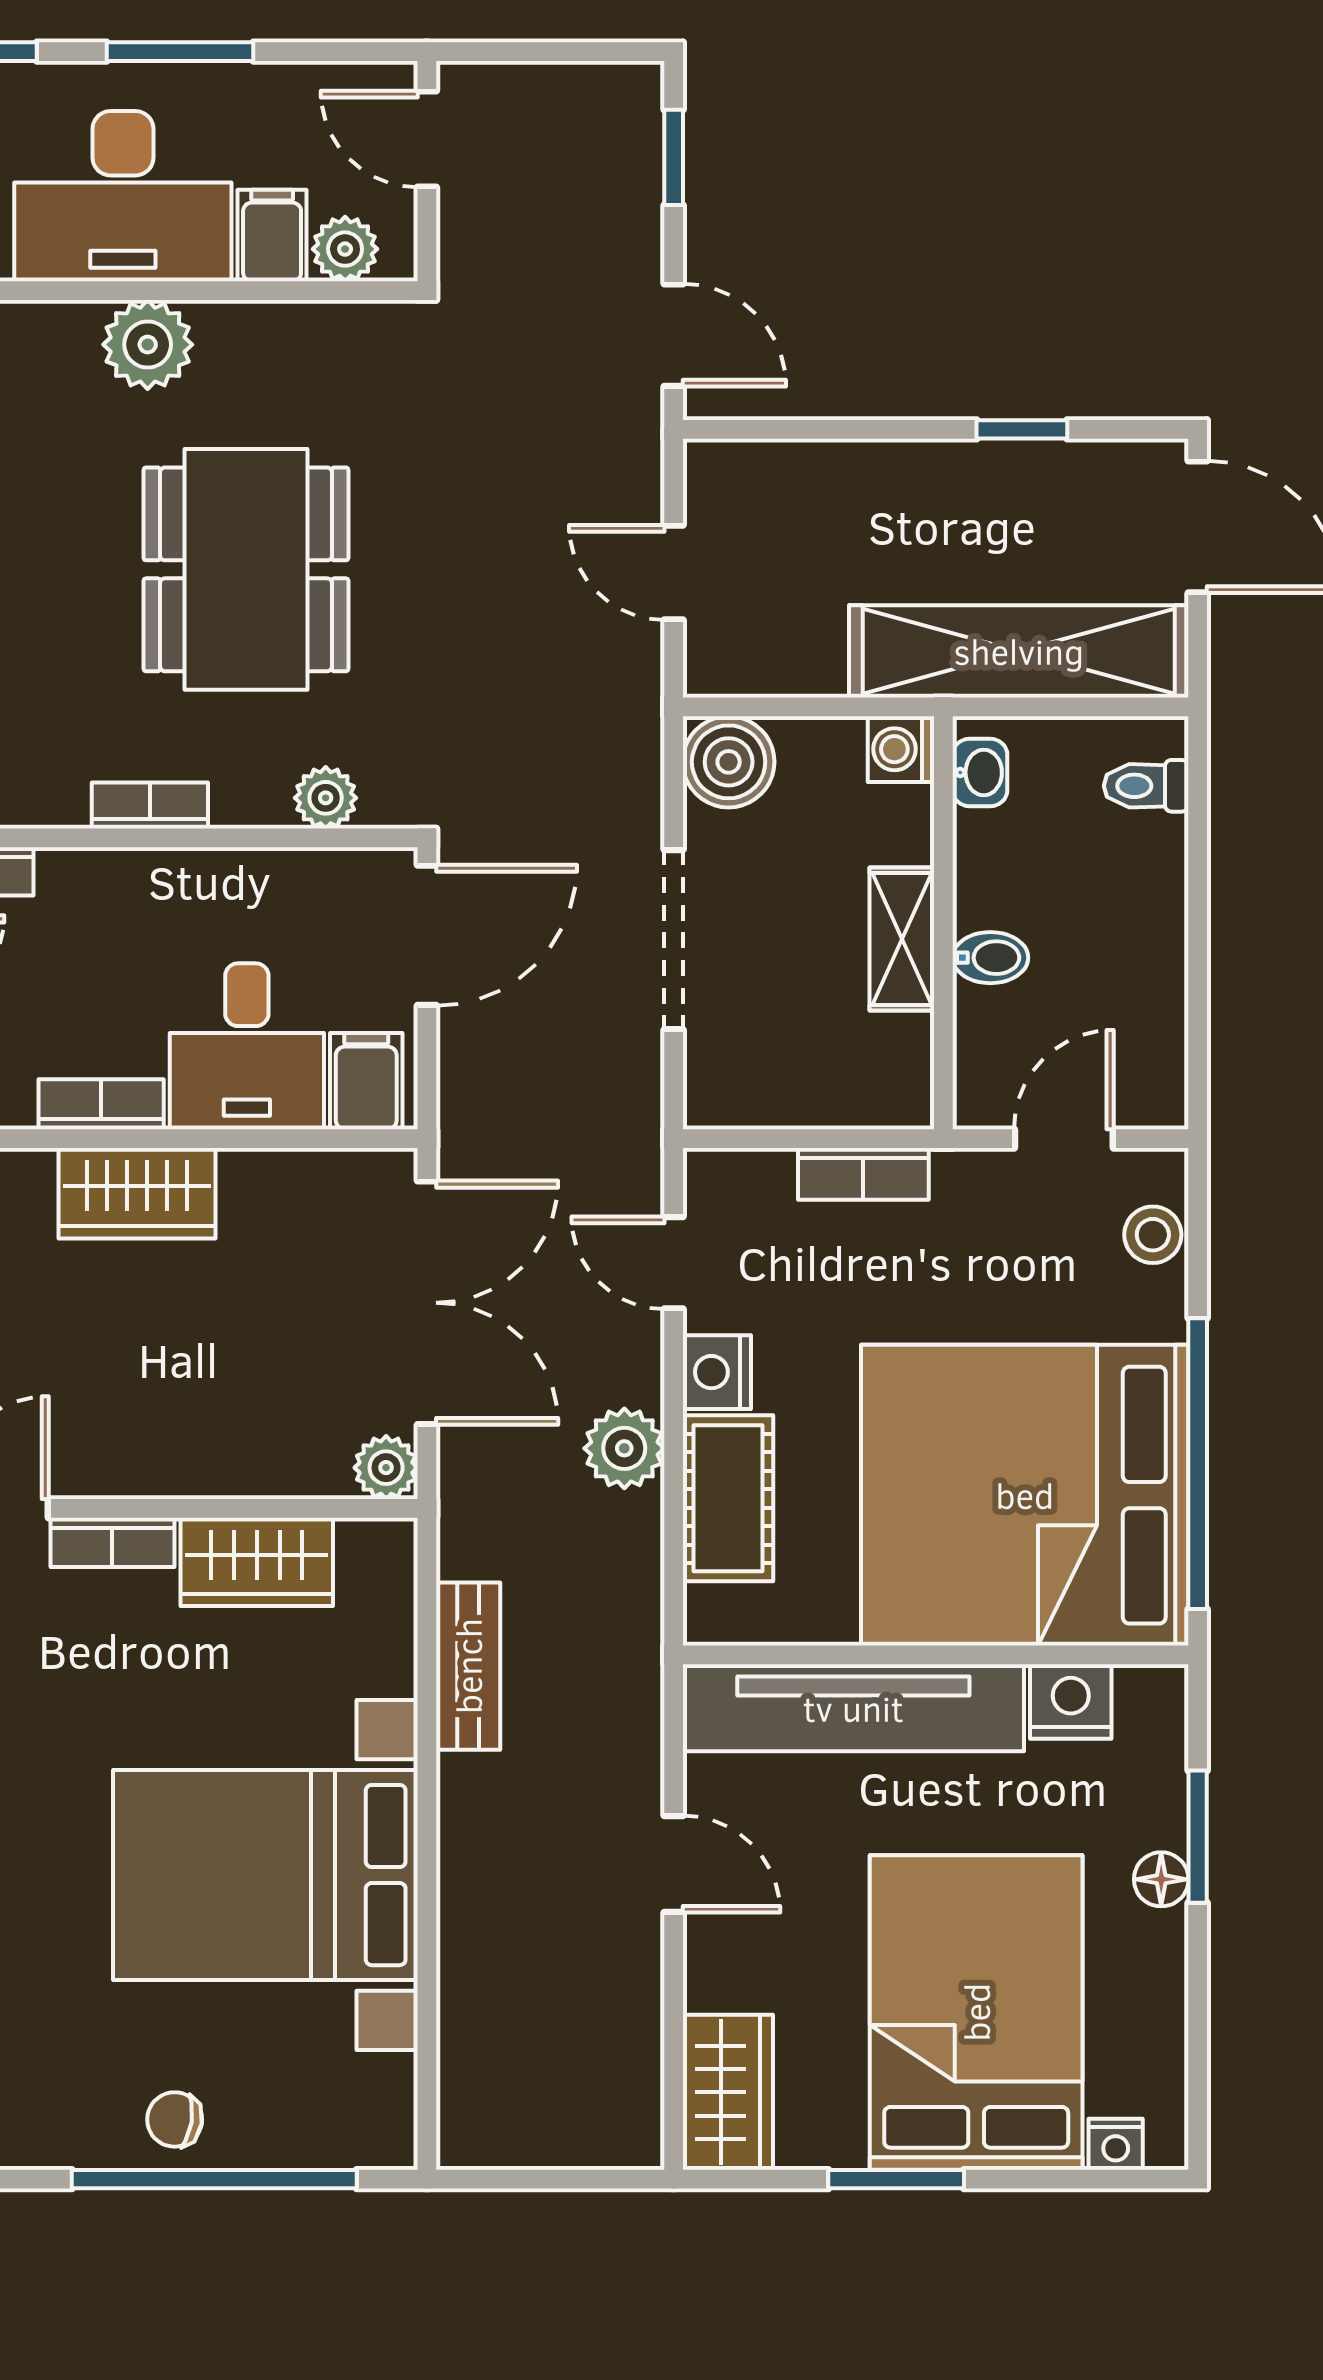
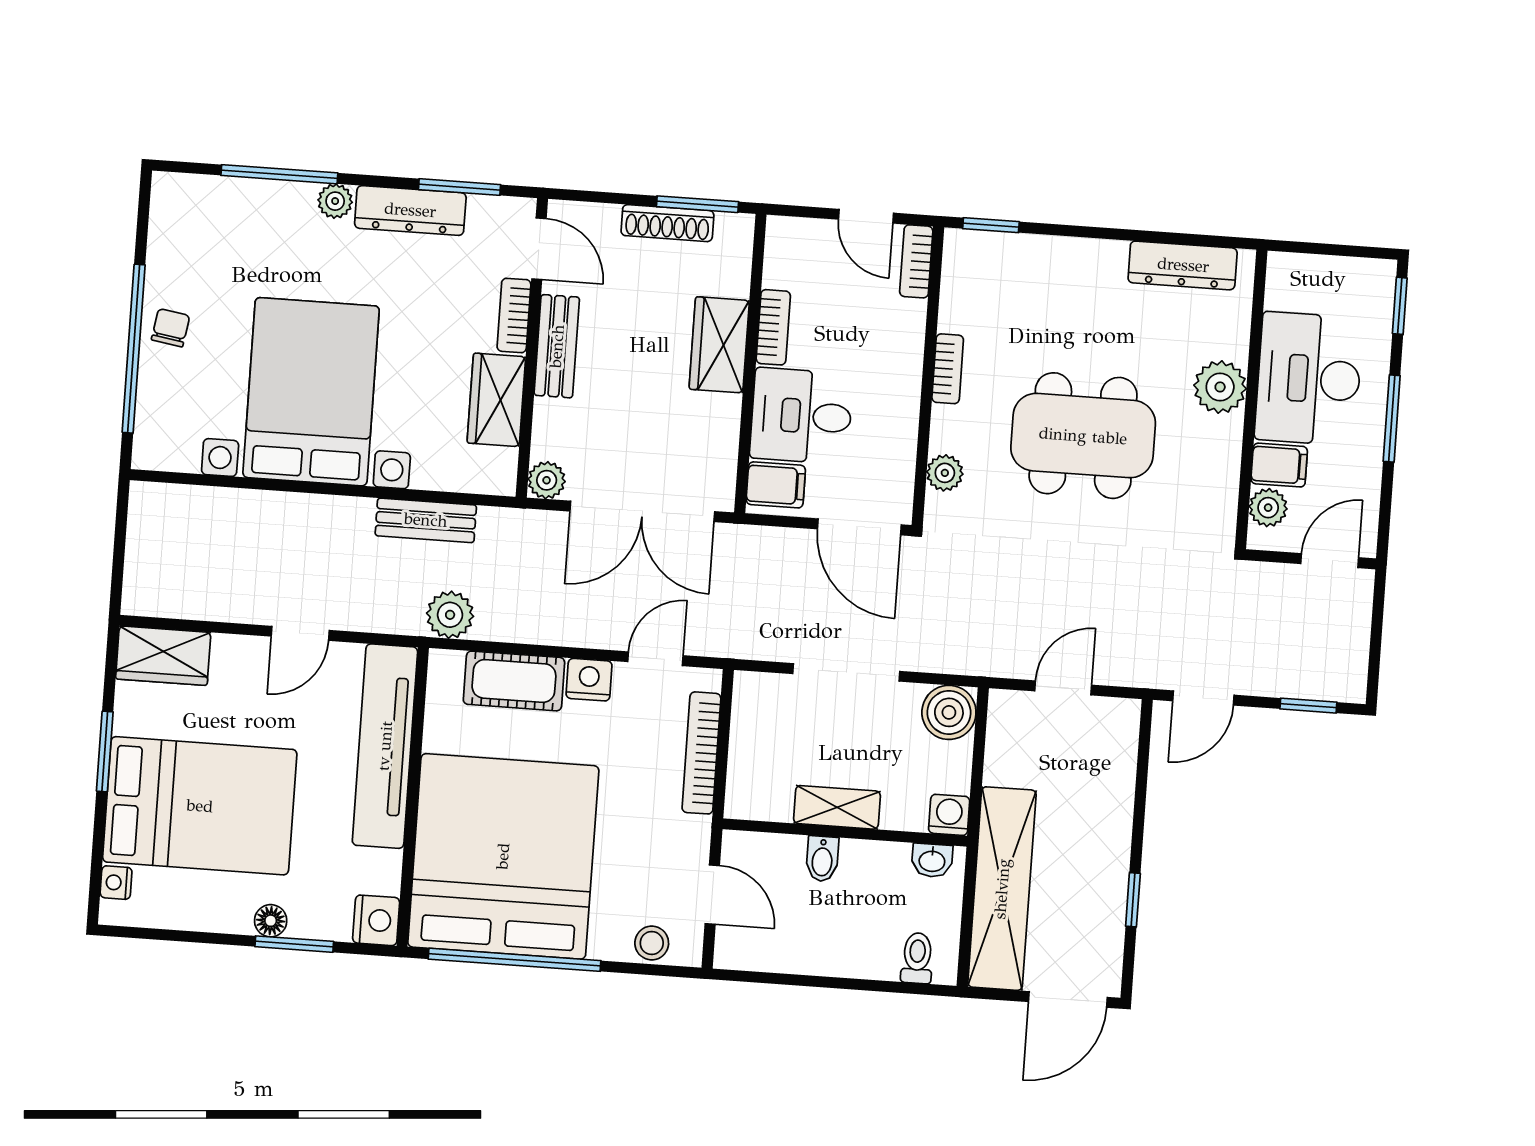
bookcase: (863, 1174) -> (701, 753), width x1.56
plant: (624, 1448) -> (450, 615), moved
bench: (159, 1467) -> (557, 346), added
nightstand: (1071, 1702) -> (376, 920), moved

